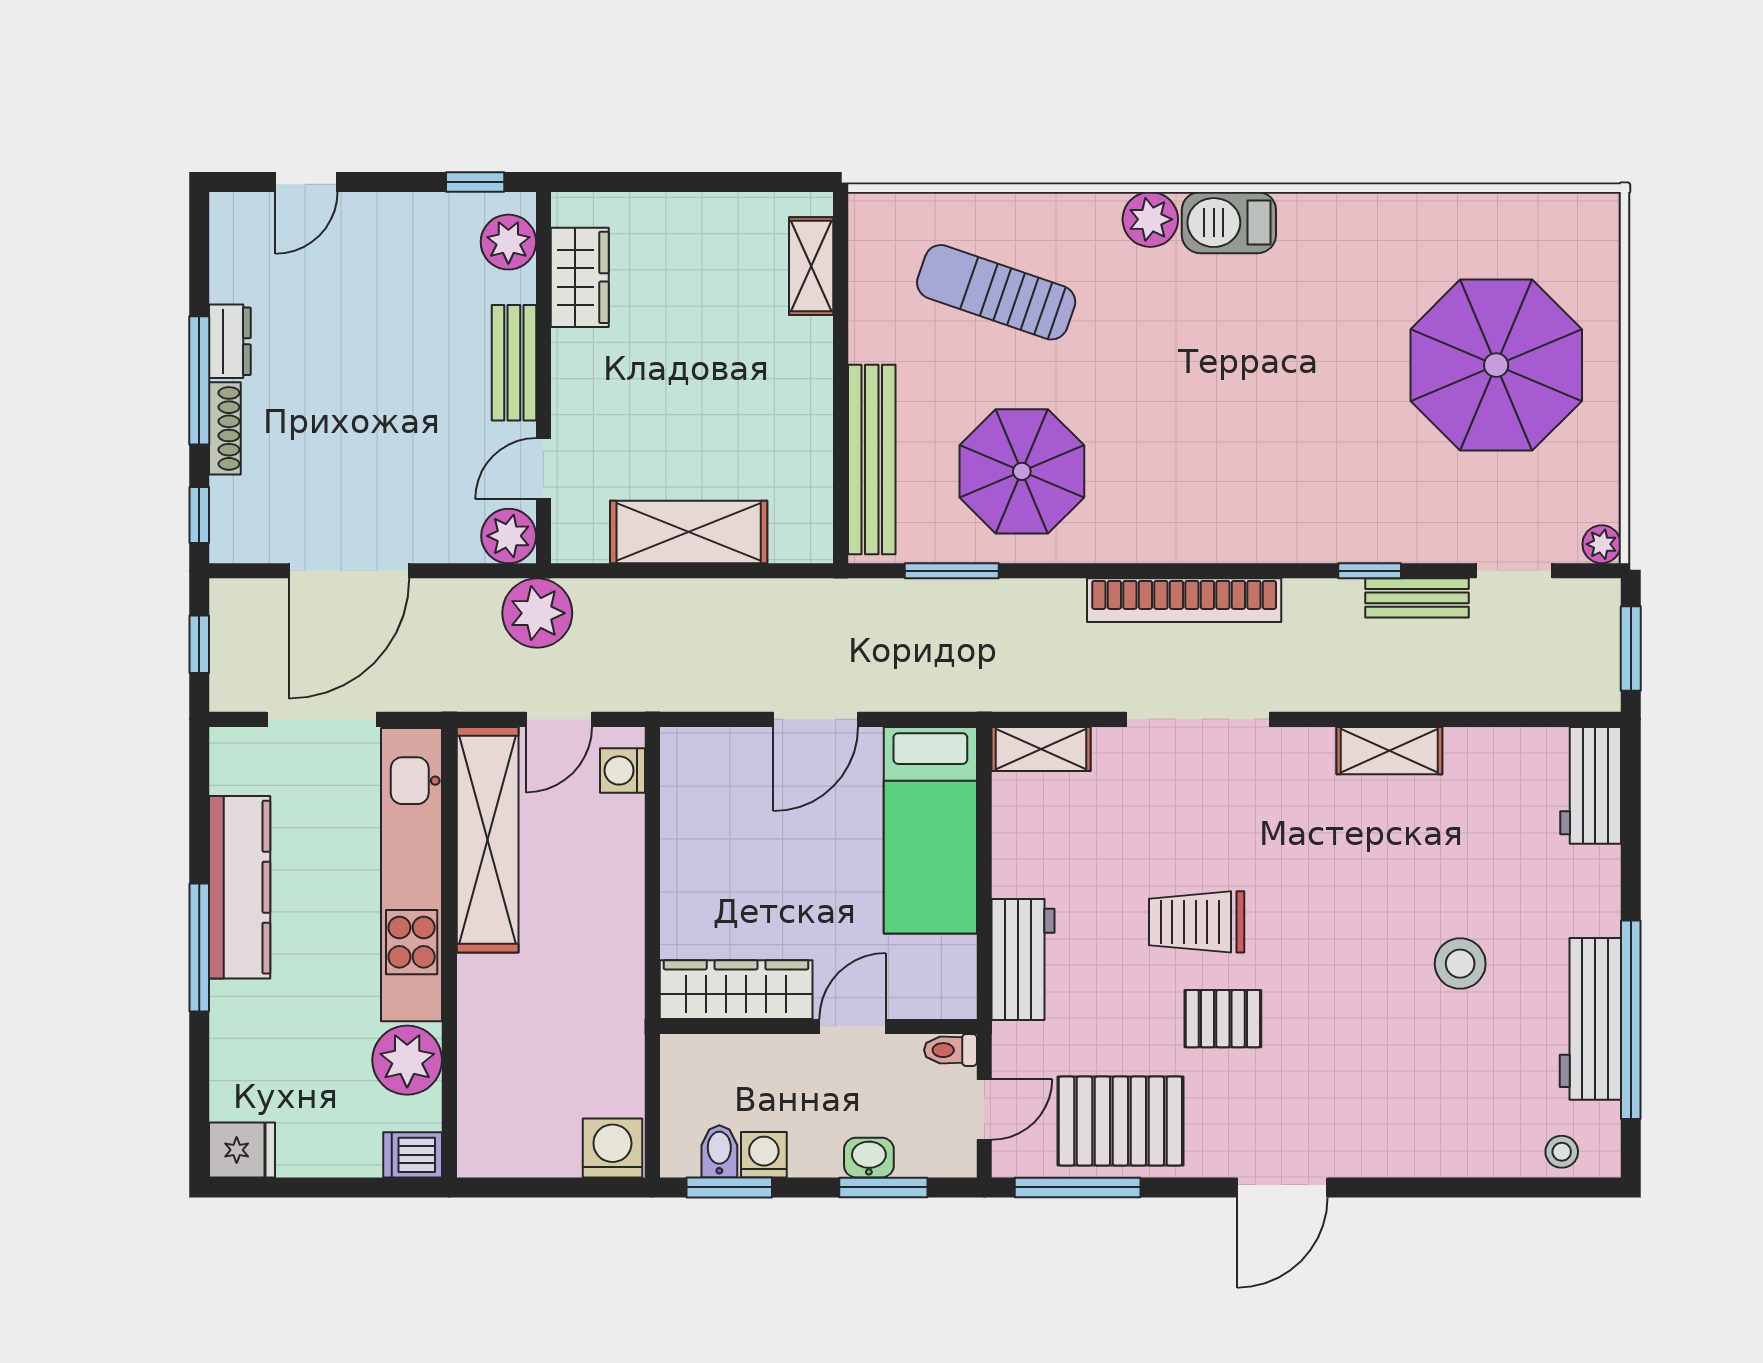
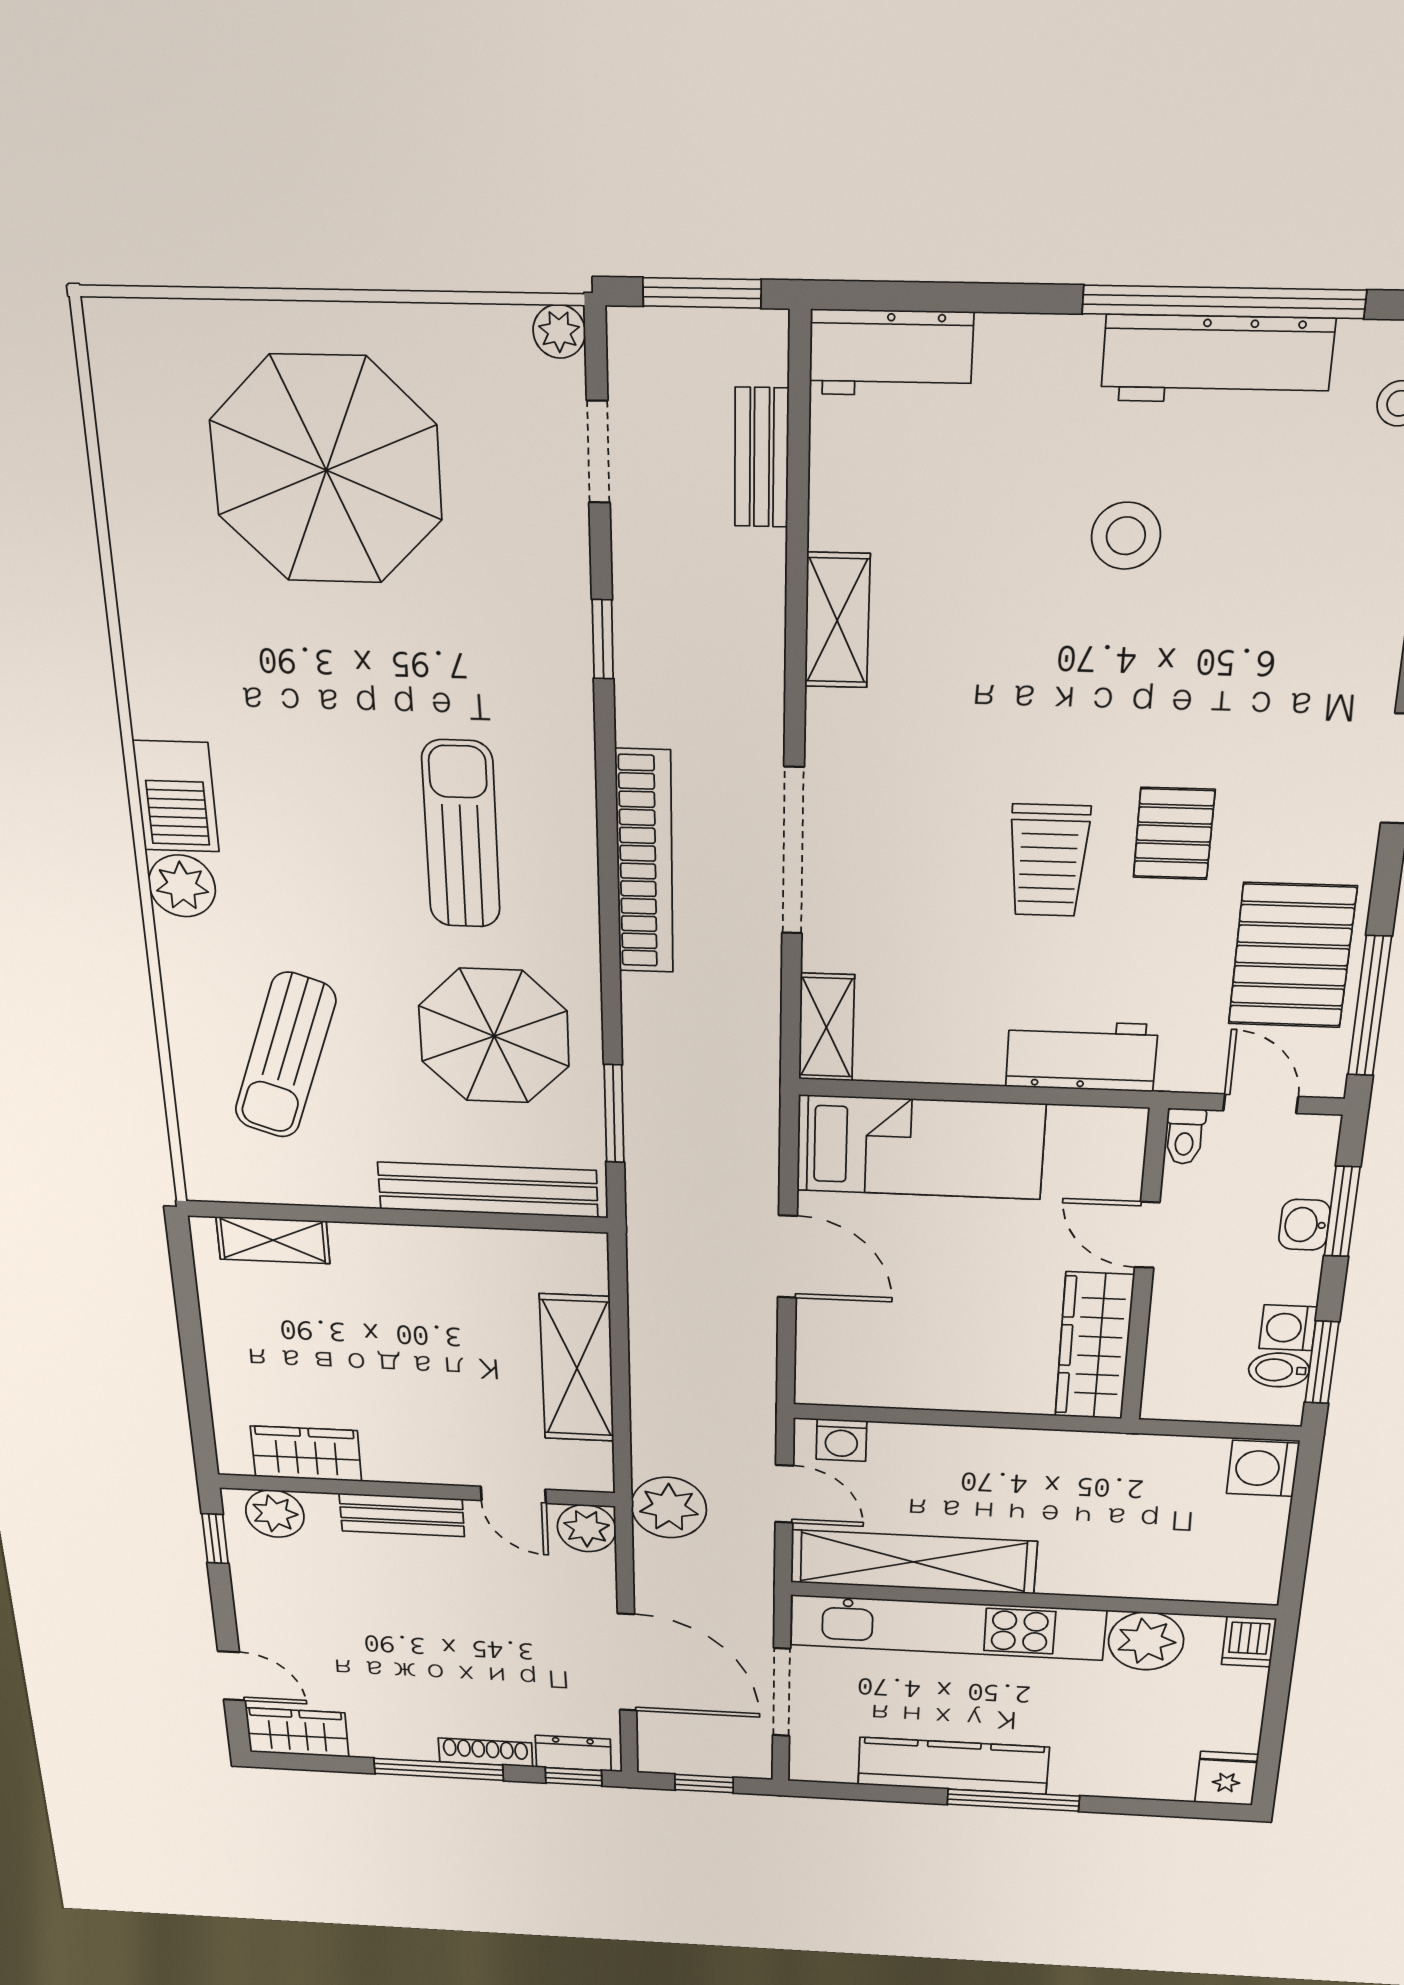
wardrobe: (238, 241) -> (297, 1732), added
dresser: (230, 341) -> (573, 1753), moved
sun lounger: (1203, 453) -> (461, 835), added
bench: (1417, 598) -> (762, 458), moved

